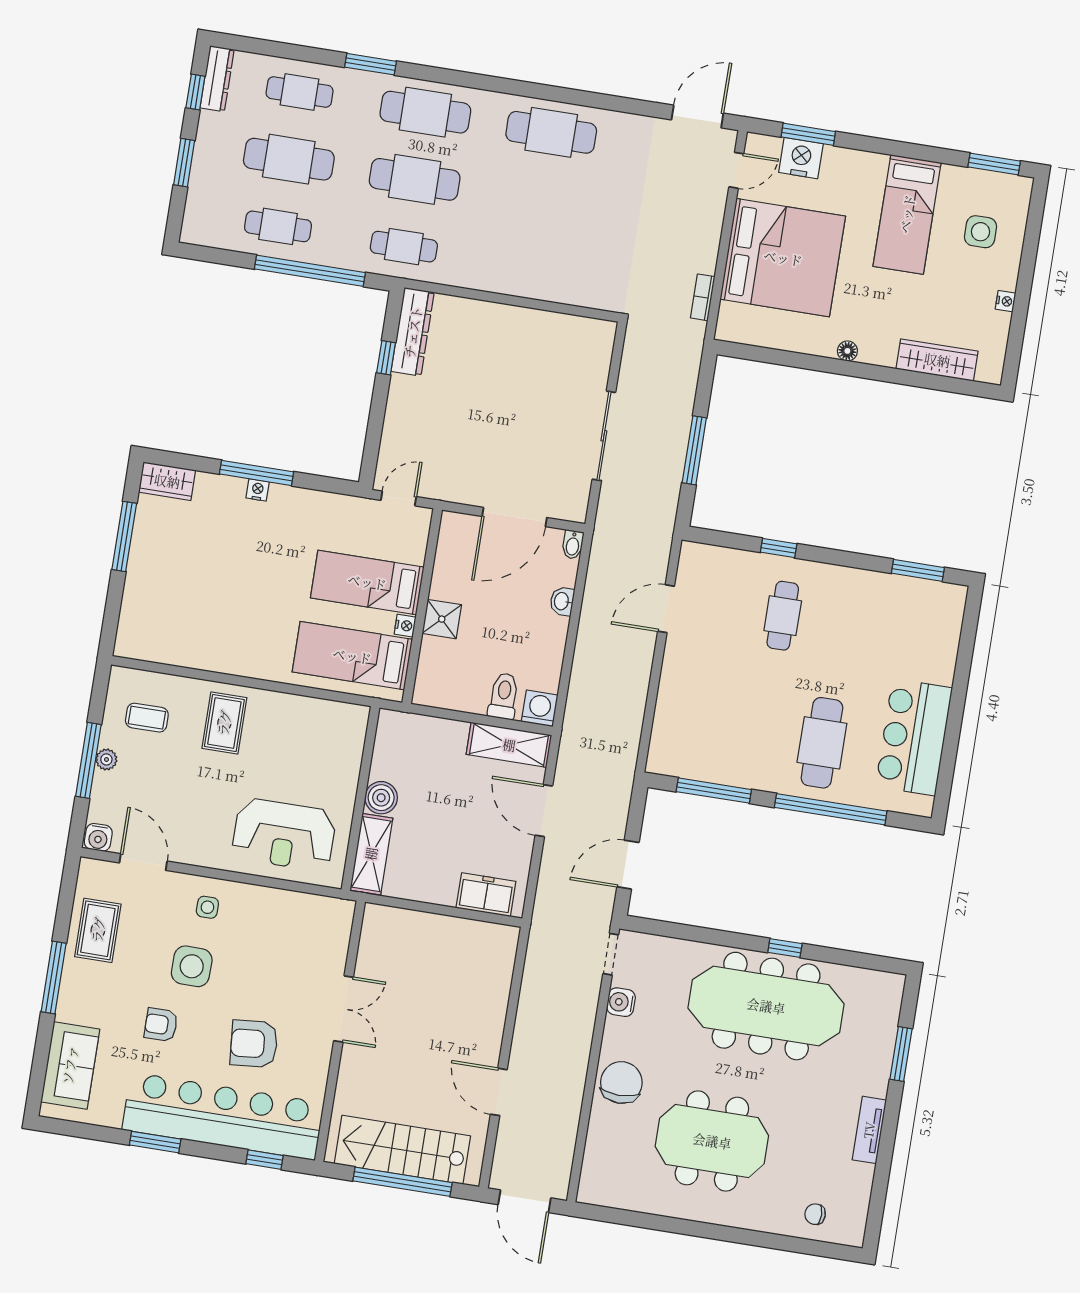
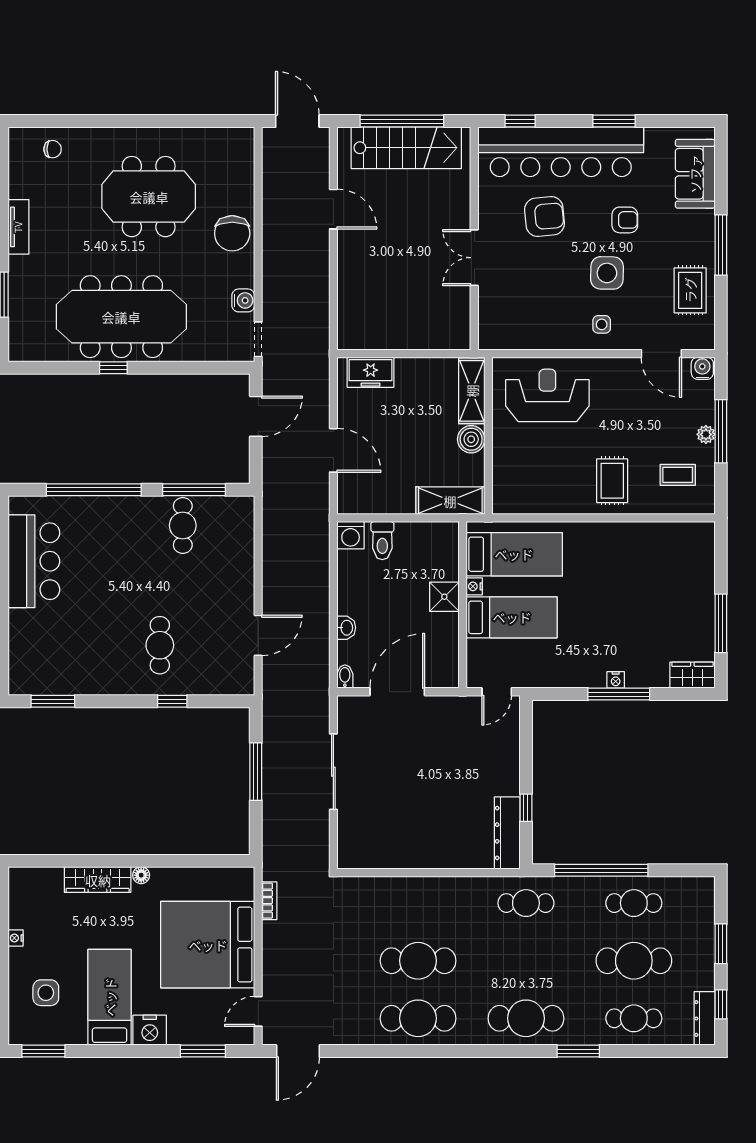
nightstand: (801, 158) -> (150, 1030), moved
cafe table: (415, 179) -> (418, 961), moved
wardrobe: (937, 360) -> (98, 880), moved
cafe table: (822, 743) -> (183, 526), moved, width x0.73, depth x0.74
shelving: (509, 745) -> (450, 501), moved

